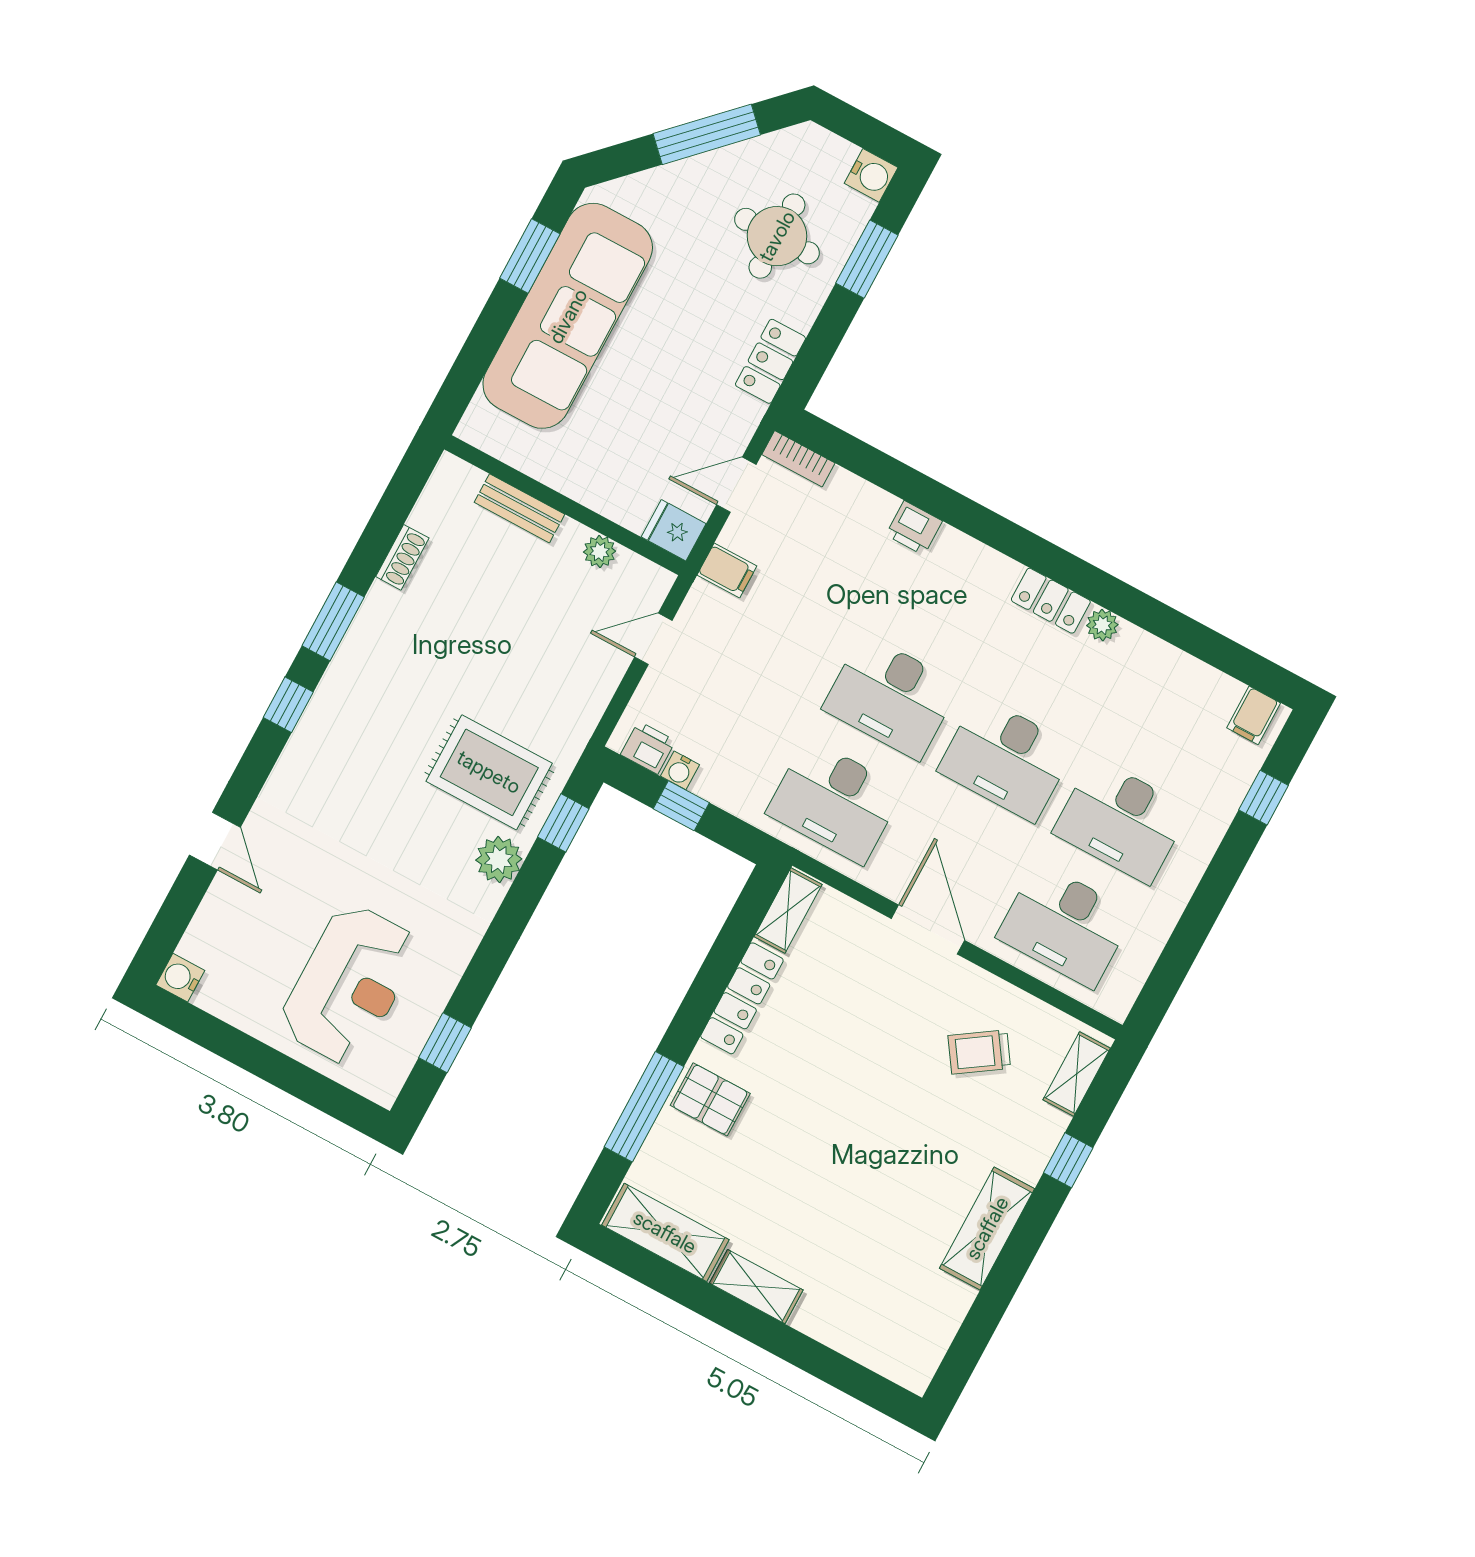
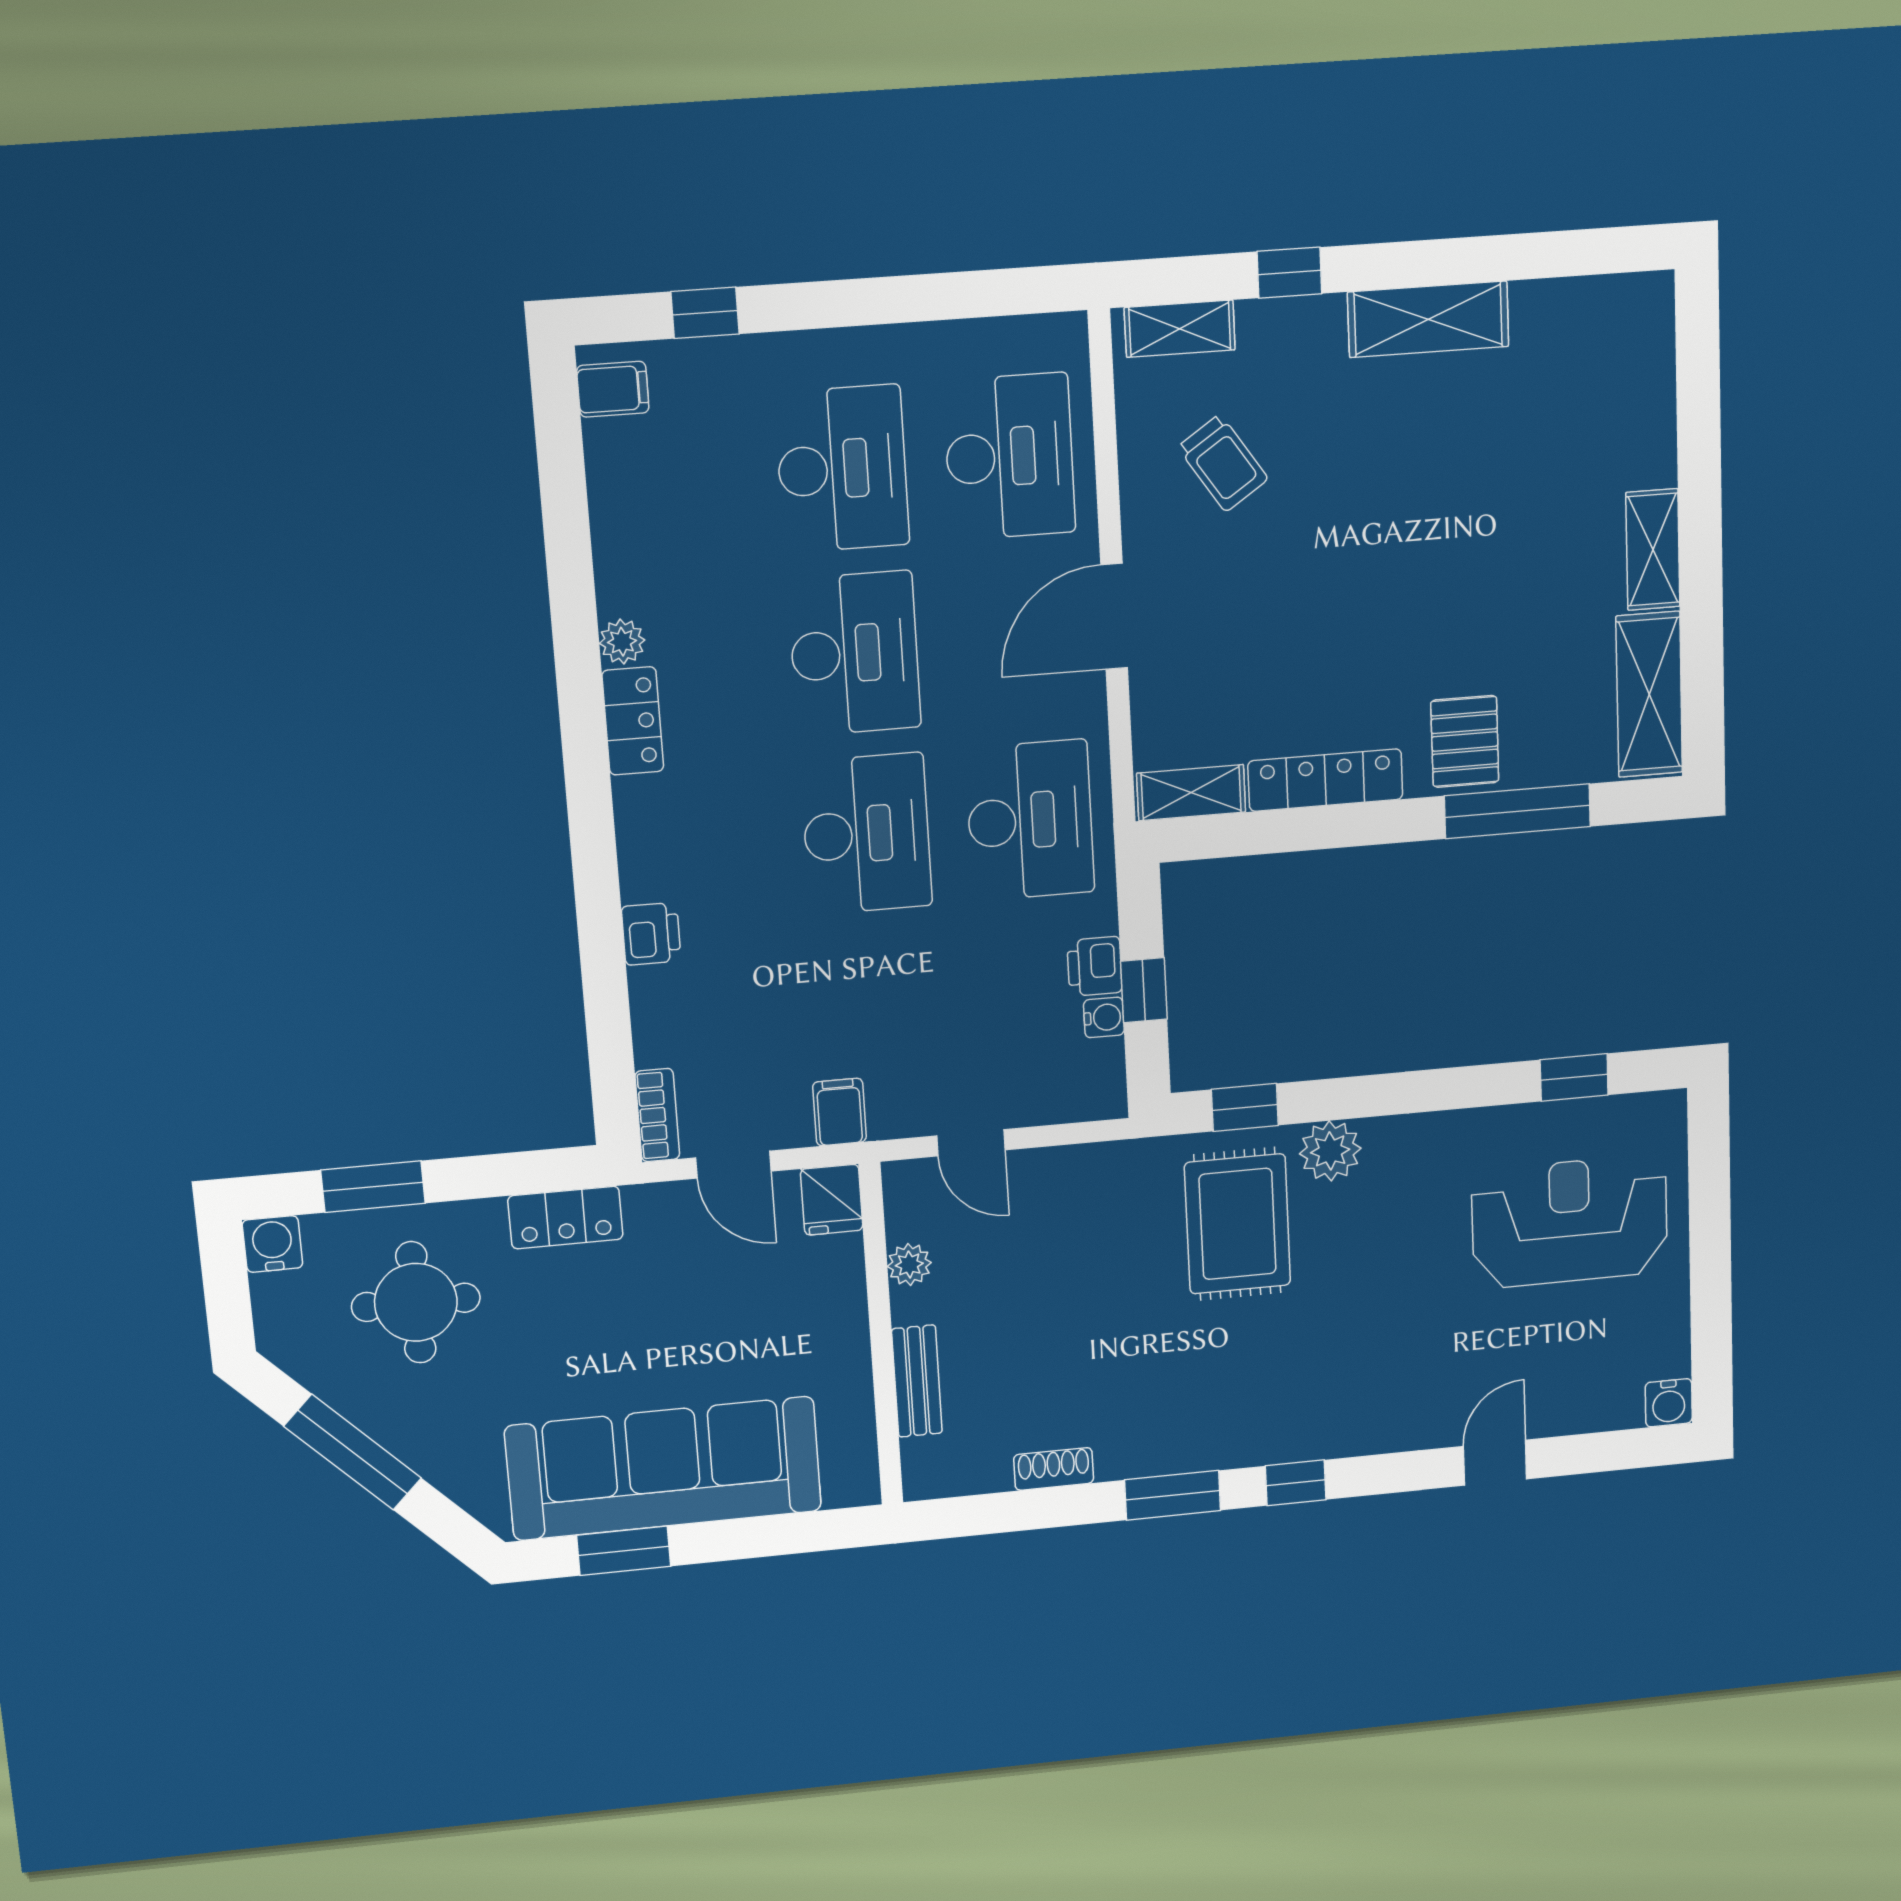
printer: (648, 748) -> (1095, 966), moved

